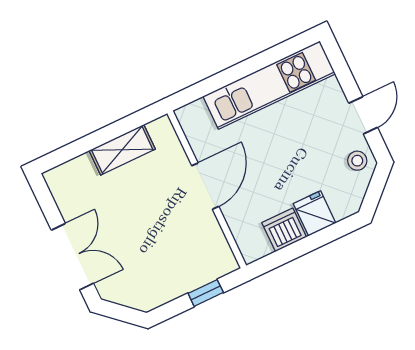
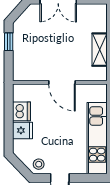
window: (206, 293) -> (9, 42), moved

